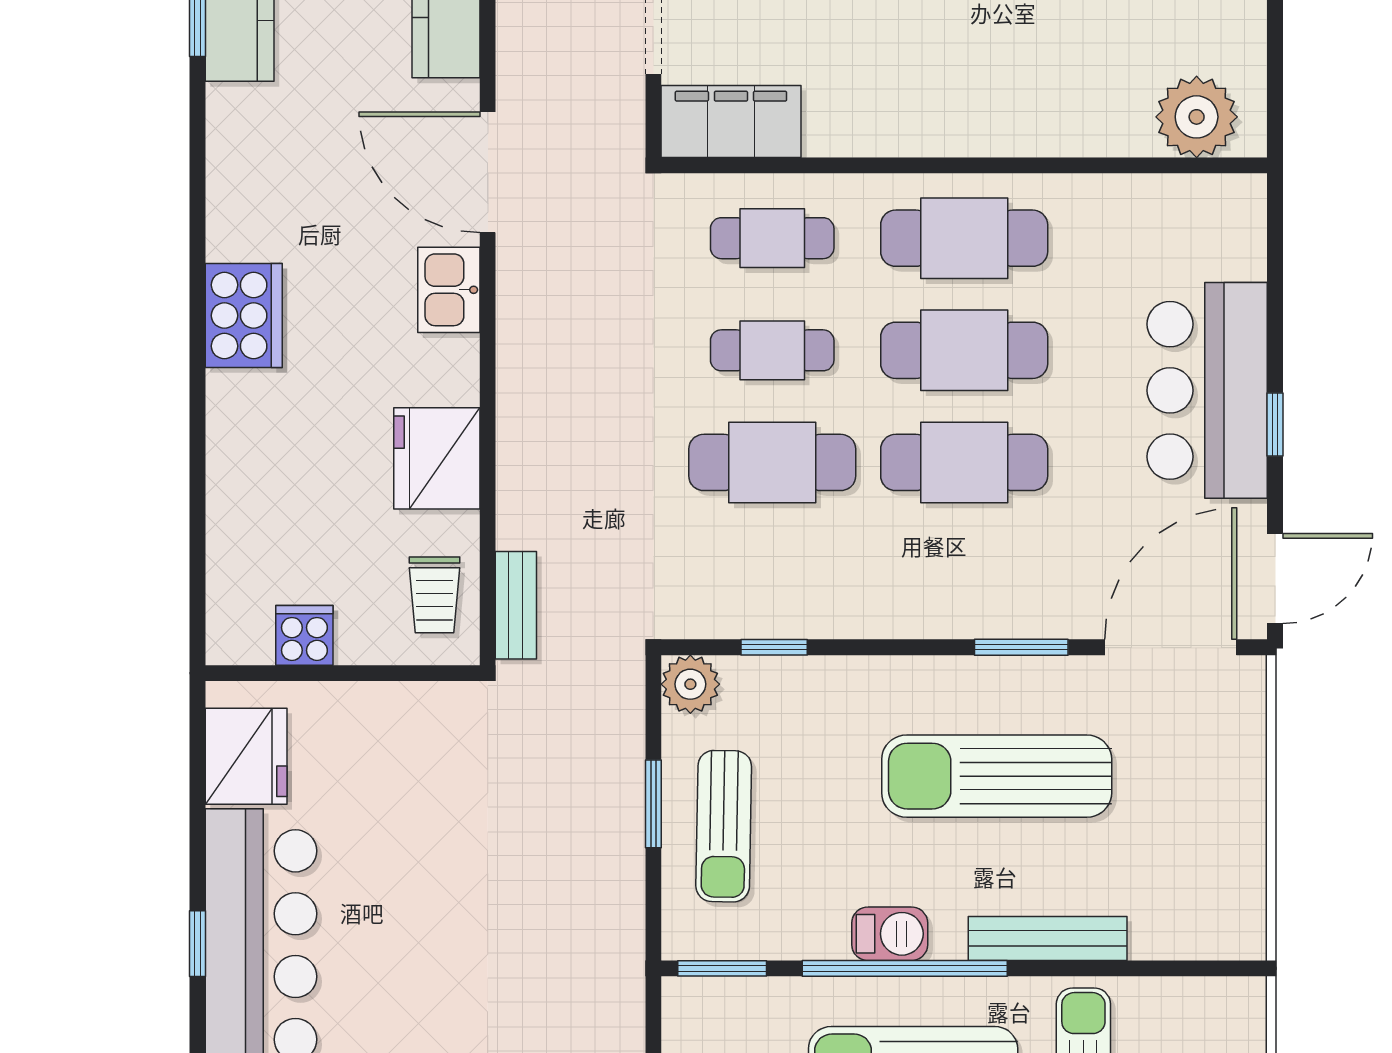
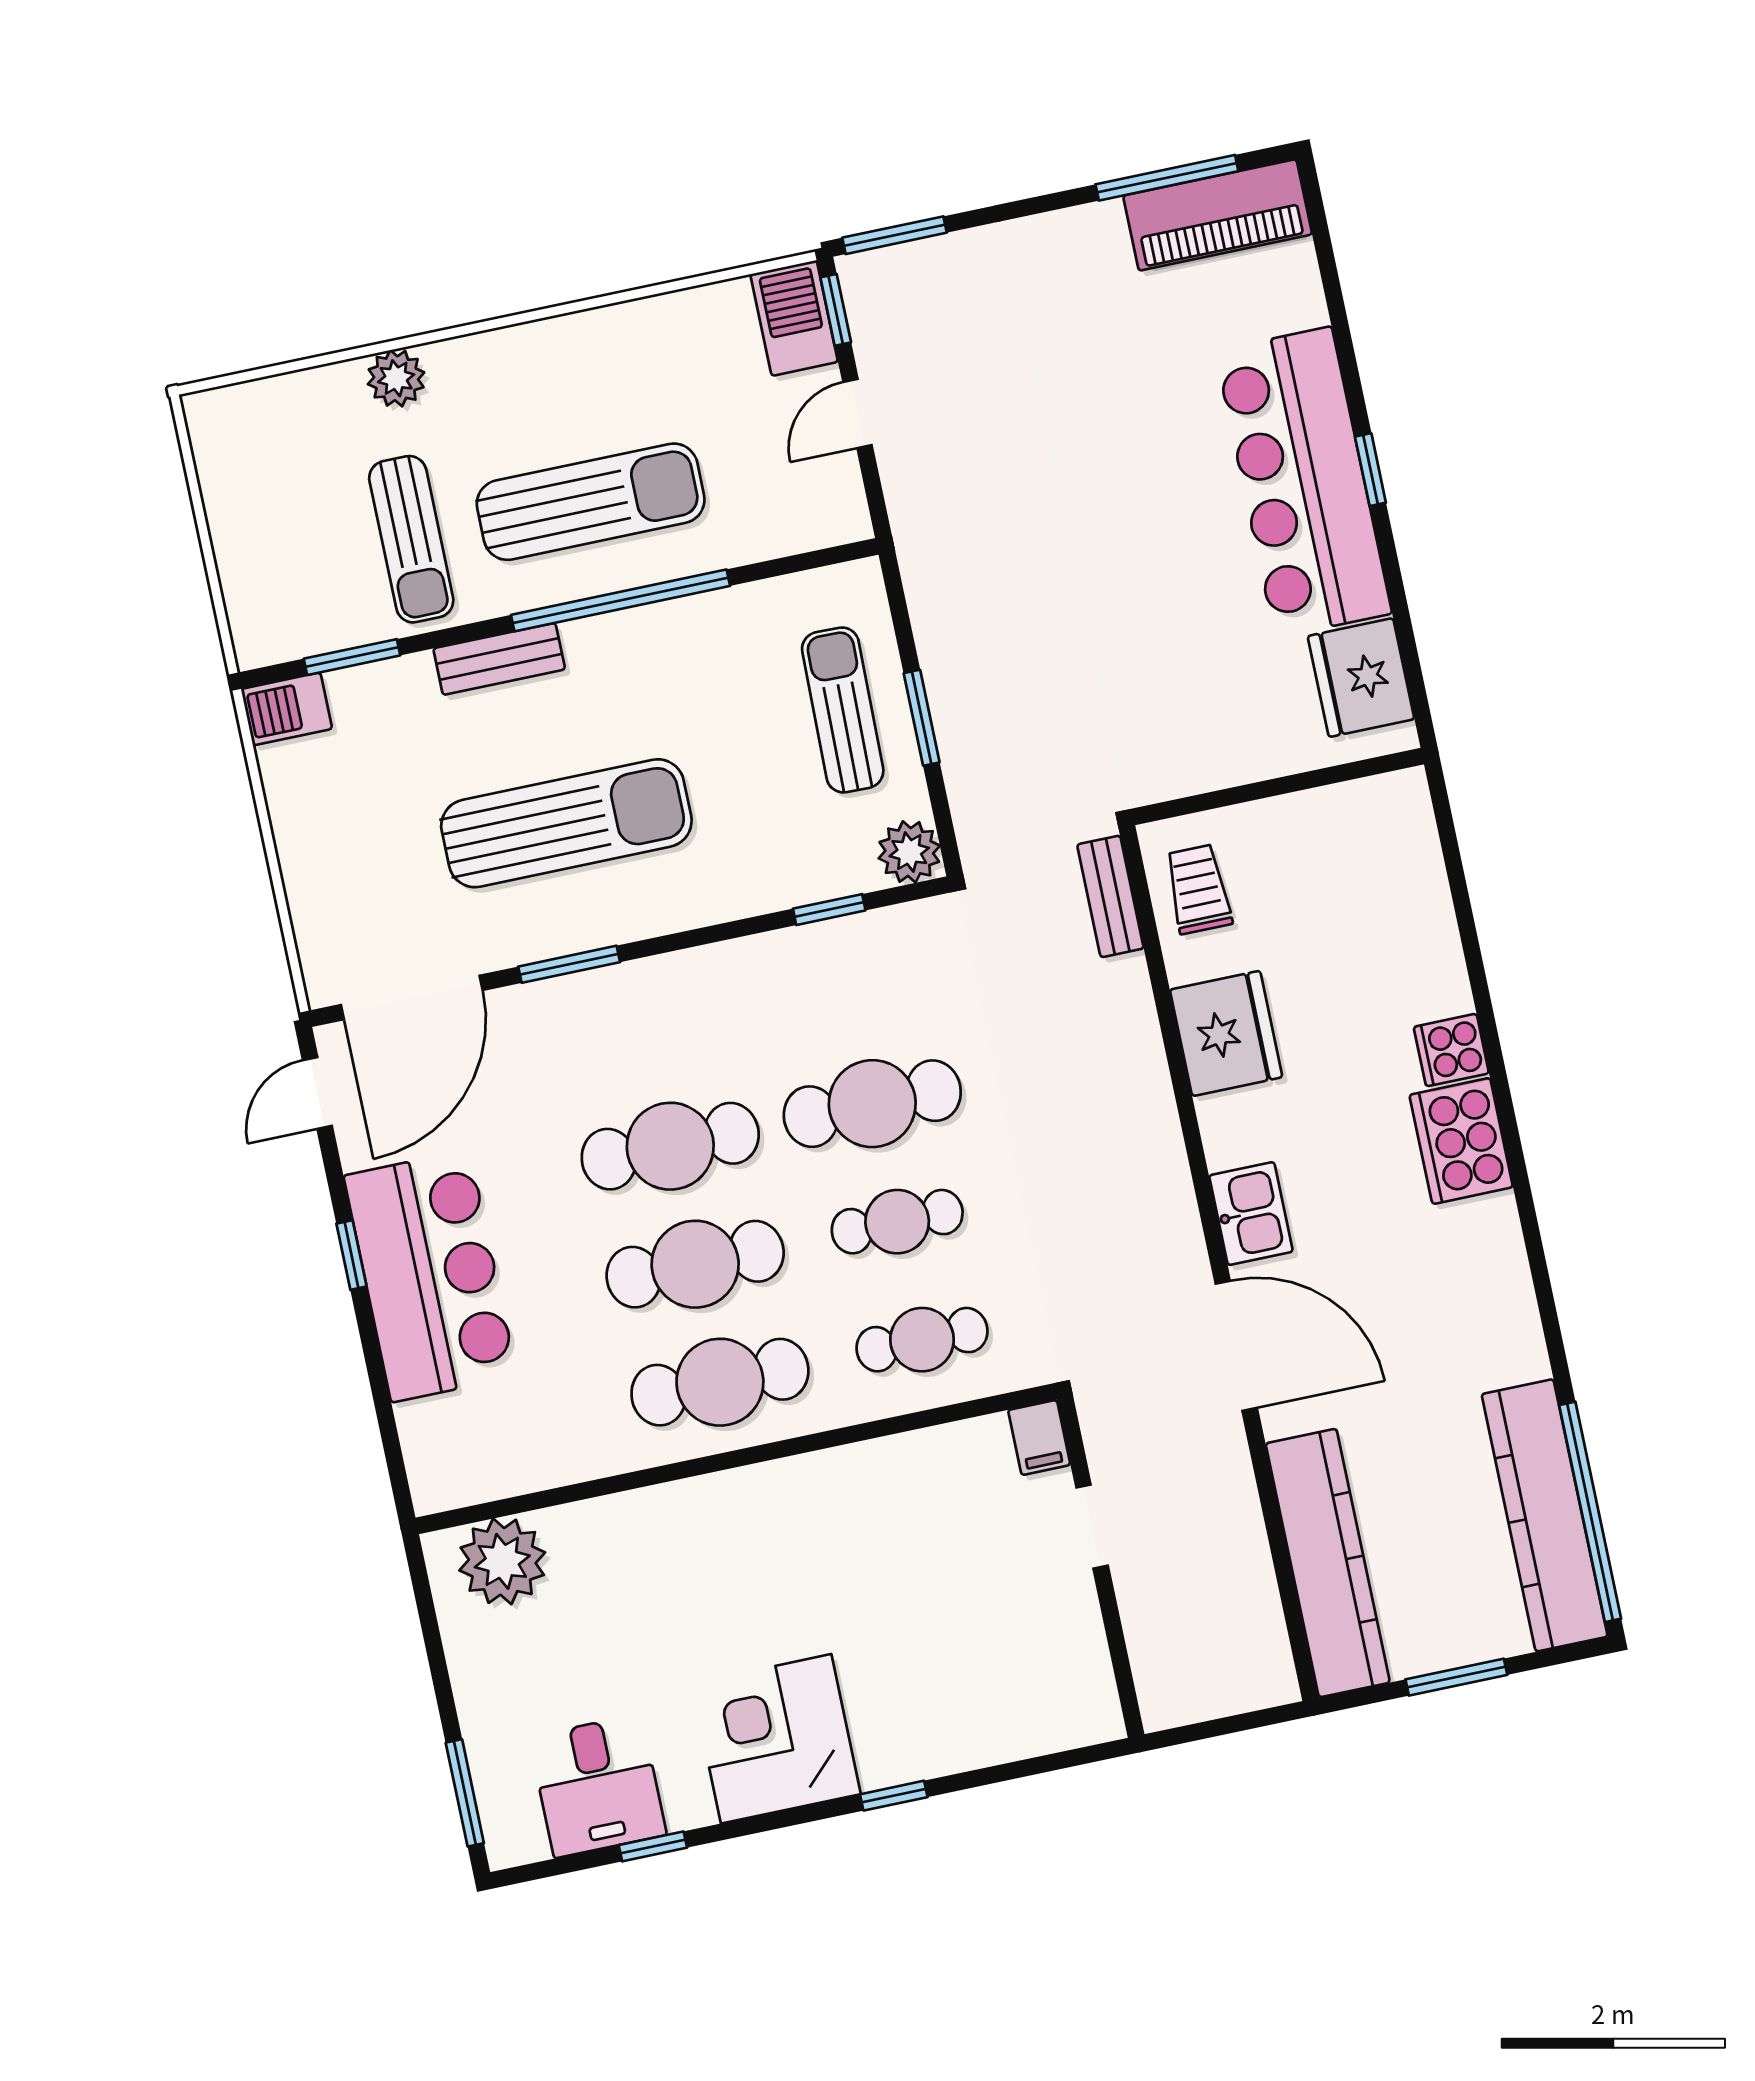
filing cabinet: (731, 121) -> (1039, 1438), width x0.33, depth x0.86
door: (1275, 578) -> (317, 1093), width x0.73
cooker: (304, 635) -> (1451, 1050), moved, turned 90
barbecue: (890, 934) -> (287, 709), moved
bench: (1048, 938) -> (499, 659), width x0.73
window: (722, 968) -> (352, 657), moved

